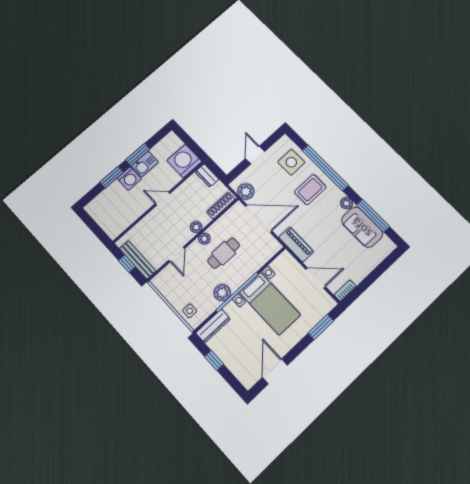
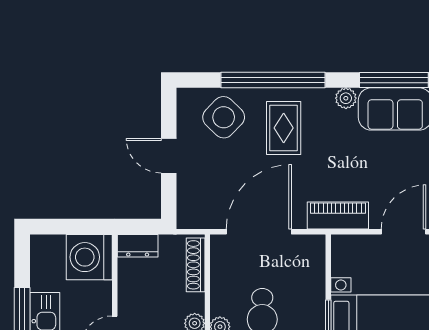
side table: (291, 162) -> (224, 117), turned 45
plant: (246, 192) -> (207, 215), removed

